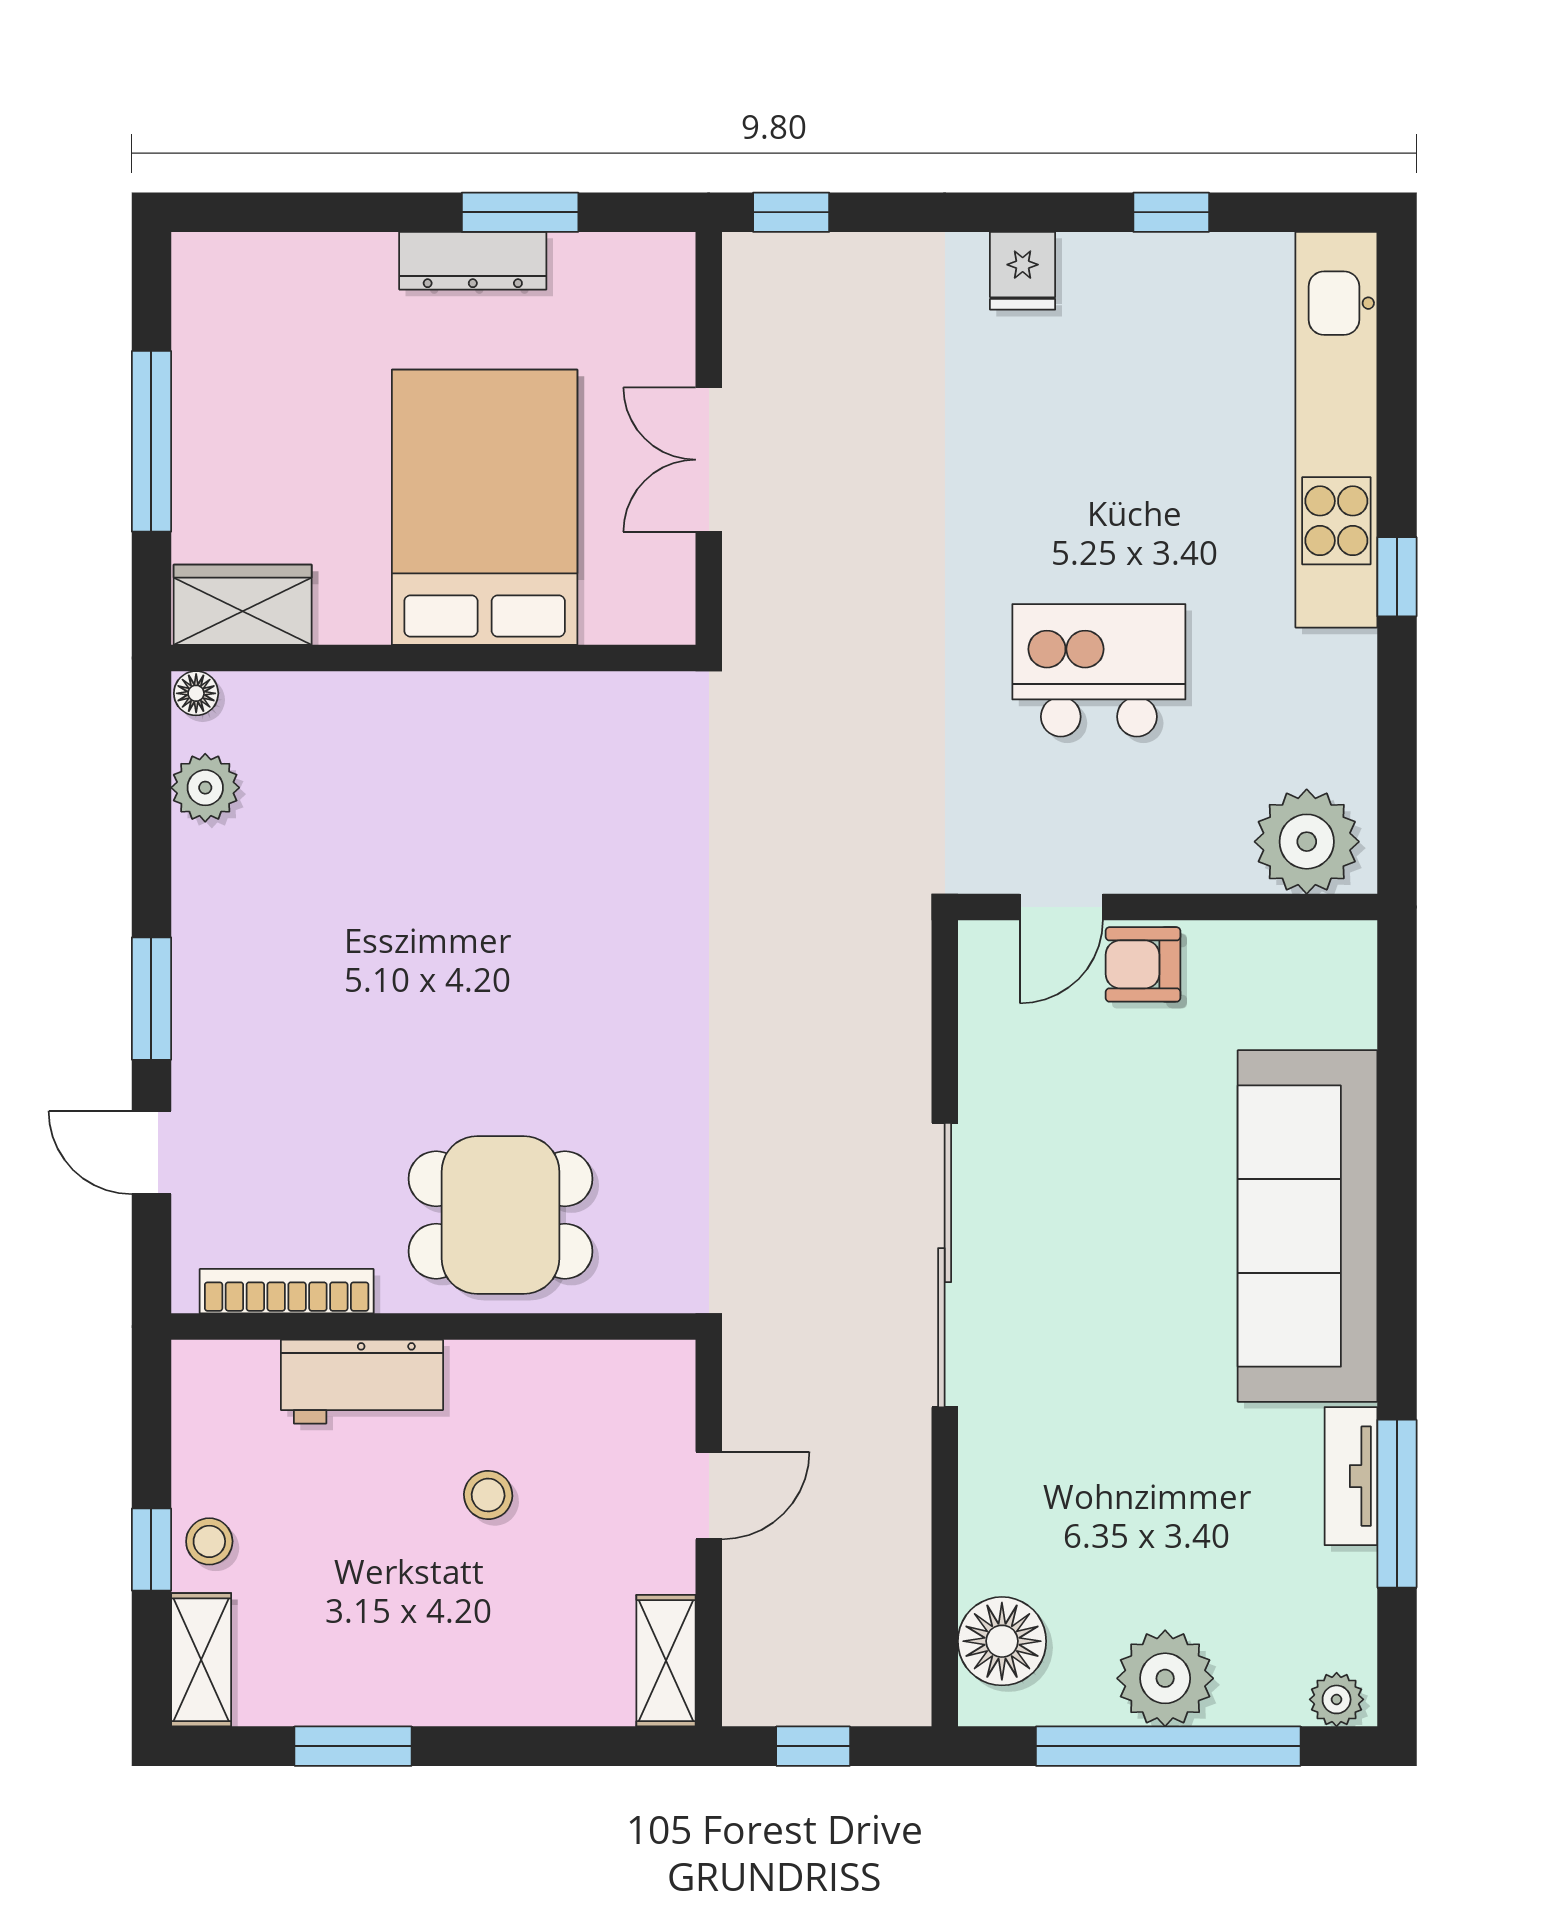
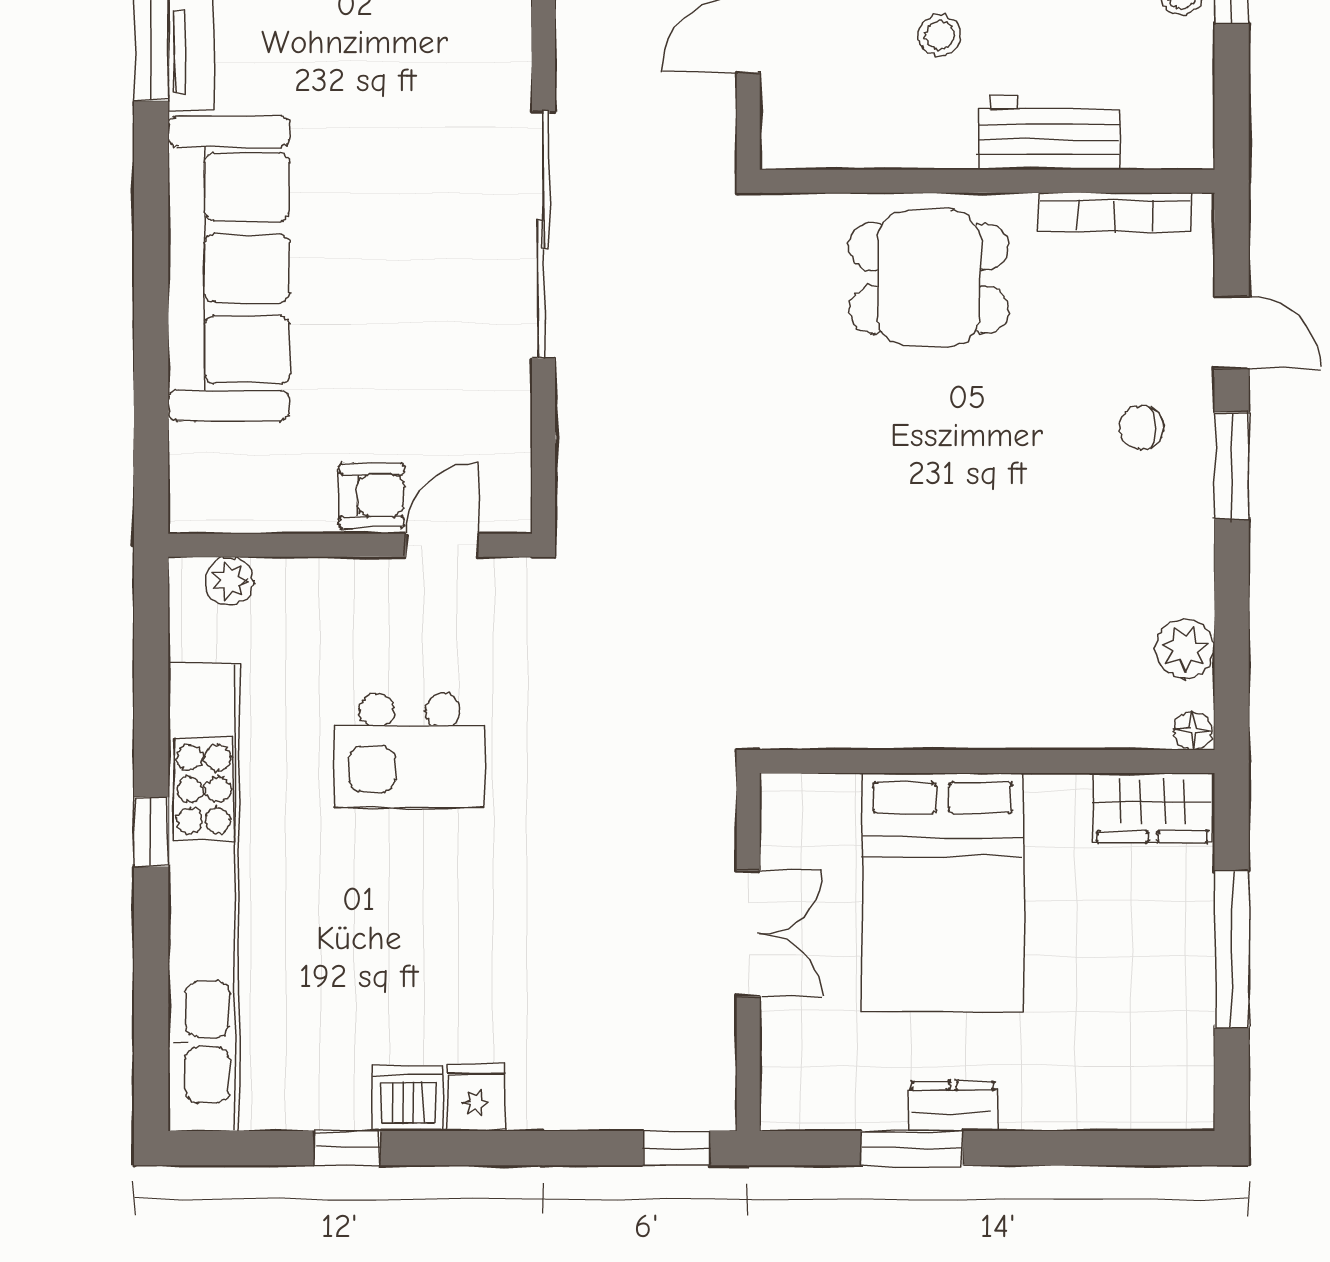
dresser: (473, 261) -> (953, 1106), width x0.70
dishwasher: (1101, 270) -> (408, 1098), added
kitchen unit: (1336, 430) -> (204, 897), width x1.36
plant: (1307, 842) -> (229, 581), width x0.53, depth x0.53
chair: (256, 1043) -> (1141, 428), added

